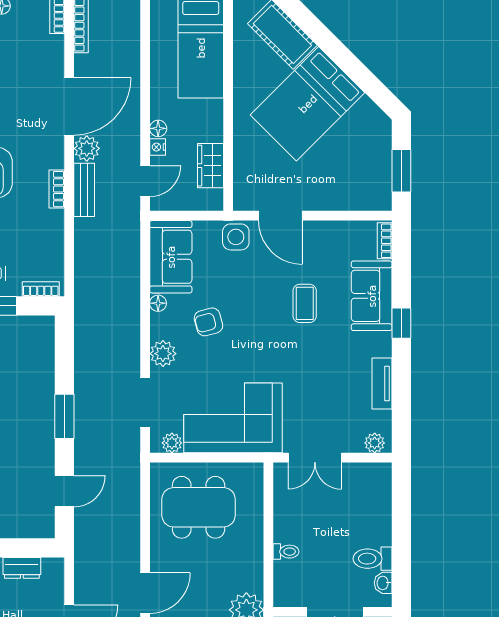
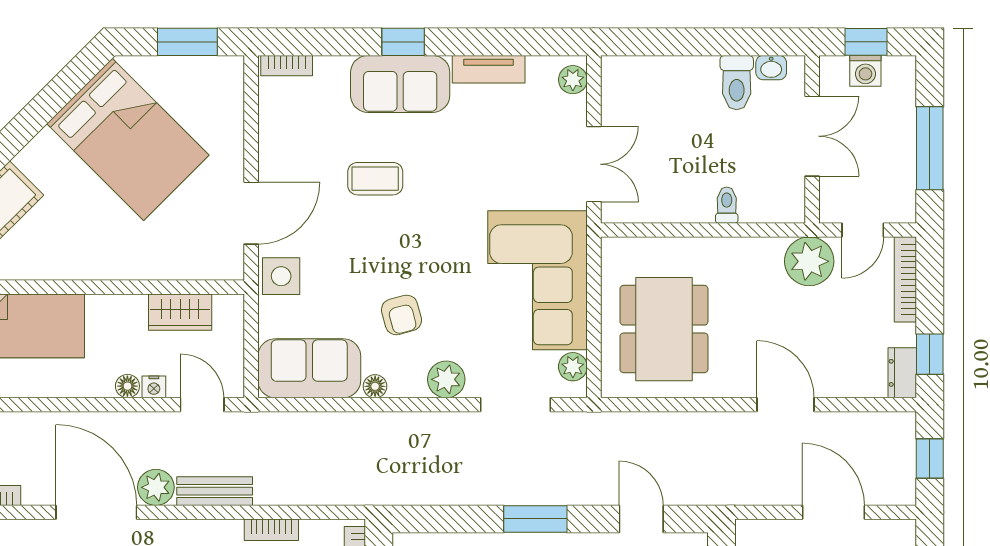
bed: (308, 104) -> (128, 139), moved
bookcase: (57, 189) -> (271, 530), moved
sofa: (372, 296) -> (400, 84), moved

